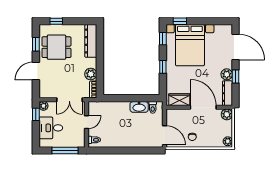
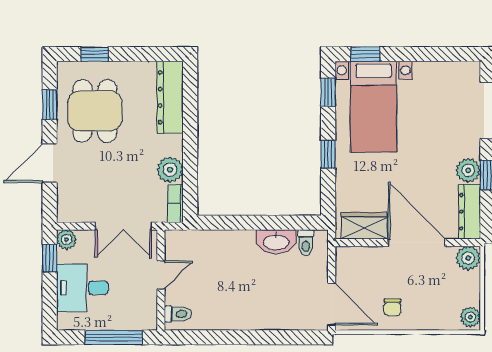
bed with nightstands: (190, 45) -> (374, 107), width x0.73
dining table: (56, 47) -> (95, 111), turned 90

